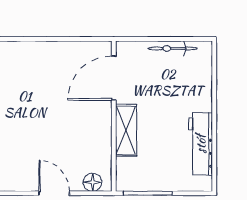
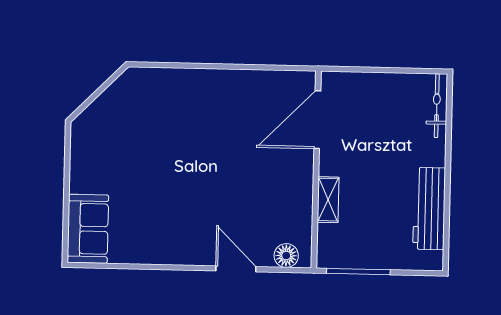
bicycle: (173, 49) -> (437, 106), moved, turned 90
shelving: (126, 130) -> (328, 200), width x0.67, depth x0.75

